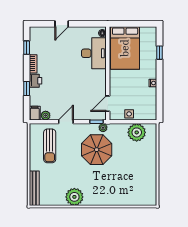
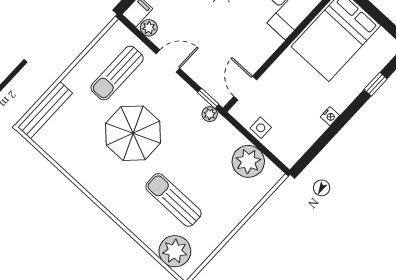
door: (108, 104) -> (245, 88), hinge flipped
parasol: (97, 150) -> (133, 133), moved
sun lounger: (121, 176) -> (173, 200), added
plant: (74, 197) -> (175, 251), moved

